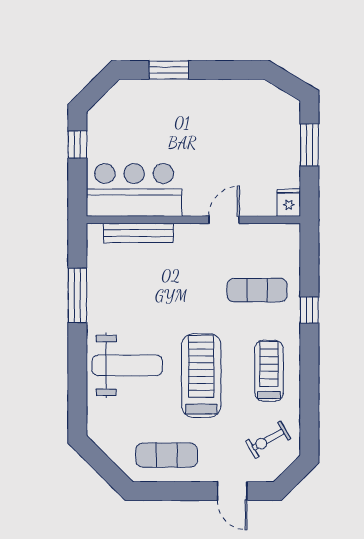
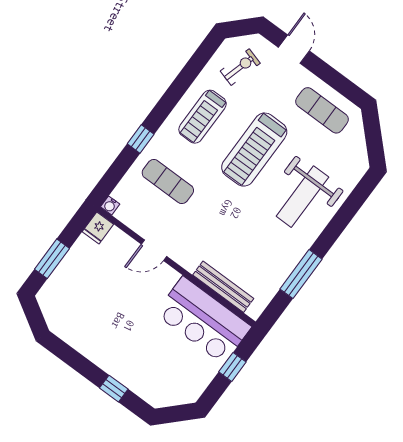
window: (169, 70) -> (114, 389), width x0.67
window: (77, 145) -> (232, 367), moved
water cooler: (293, 231) -> (110, 205), added
weight bench: (127, 365) -> (302, 197), turned -90
exercise bike: (268, 440) -> (240, 67), turned -44

